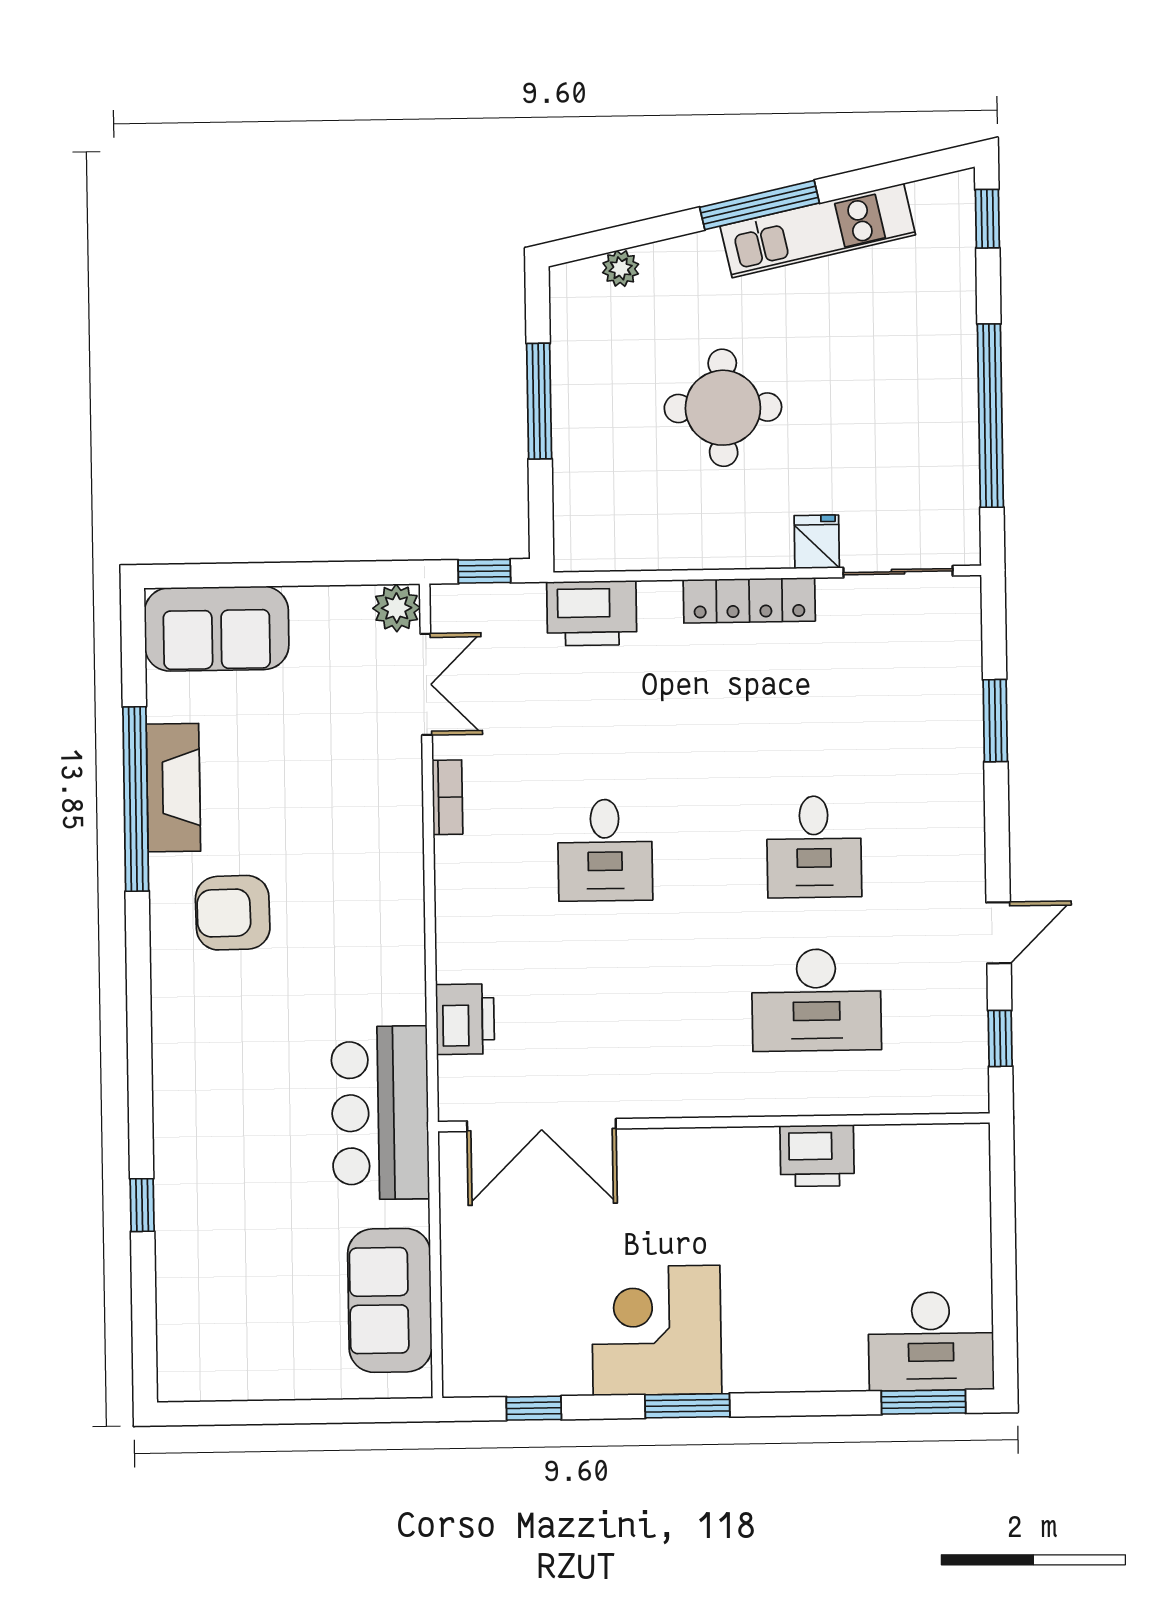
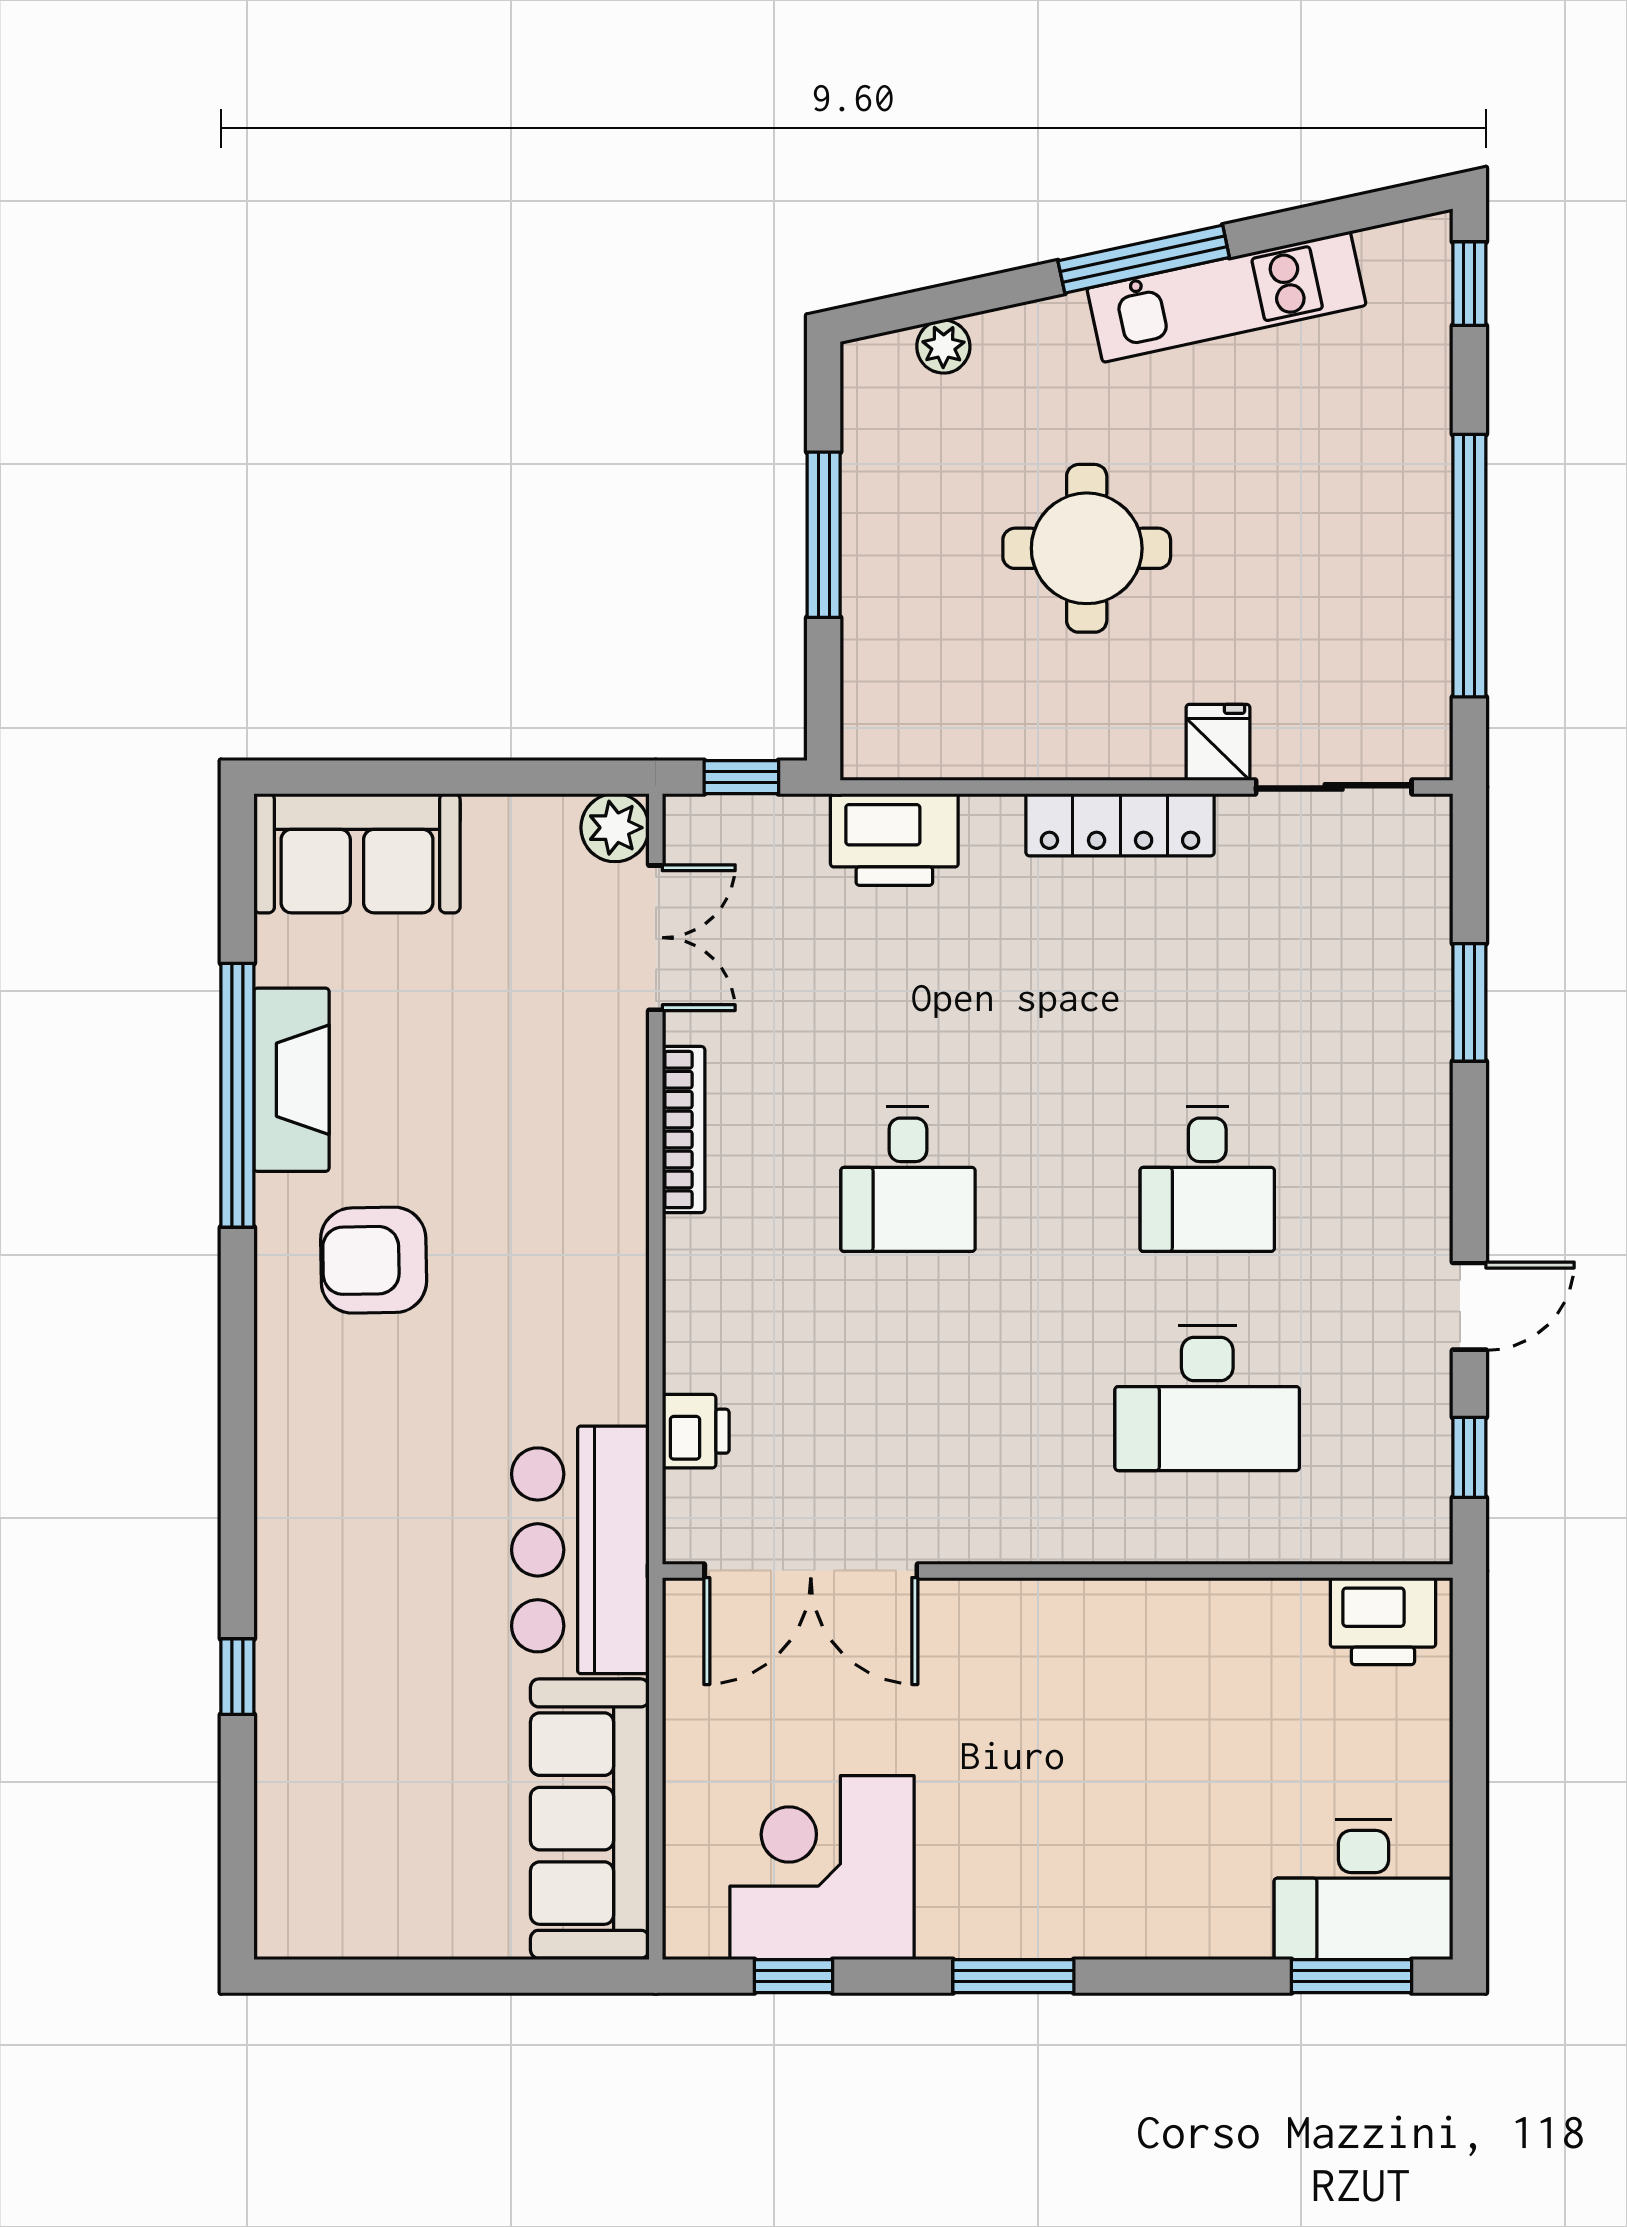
bookcase: (447, 797) -> (684, 1130), width x1.56
printer: (465, 1019) -> (696, 1431), width x0.73, depth x0.81
printer: (817, 1156) -> (1383, 1621), moved
sofa: (390, 1300) -> (590, 1819), width x1.36
corner desk: (656, 1330) -> (822, 1868), moved

